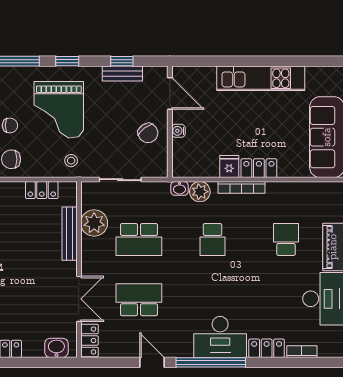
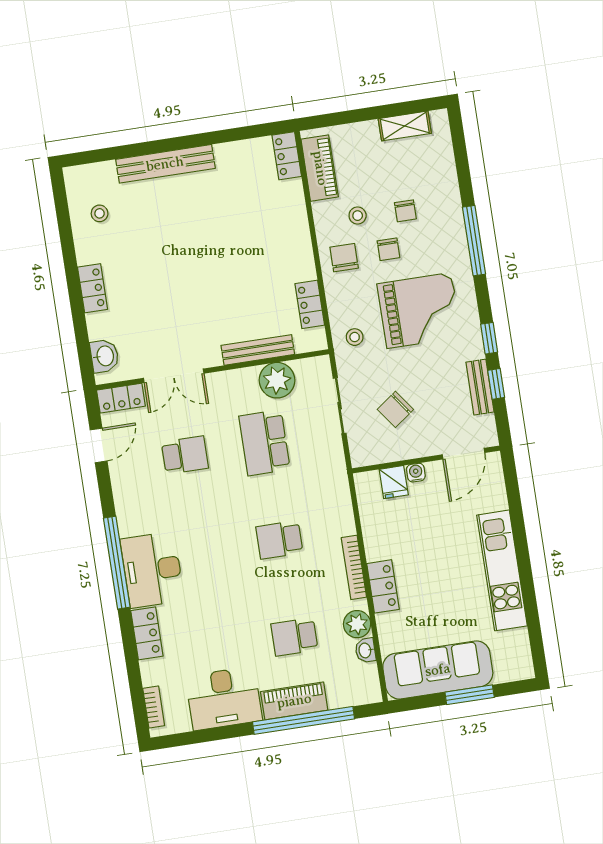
window: (67, 61) -> (489, 338), moved
grand piano: (59, 110) -> (419, 310), turned 180
chair: (148, 133) -> (395, 409), moved
fridge: (229, 167) -> (394, 482), moved, turned 90
washbasin: (179, 188) -> (365, 650), moved
plant: (200, 192) -> (357, 624), moved
school desk: (286, 239) -> (294, 637), turned 180
school desk: (139, 300) -> (185, 455), width x0.54
bookcase: (302, 352) -> (154, 707), moved
door: (152, 362) -> (99, 445), moved

